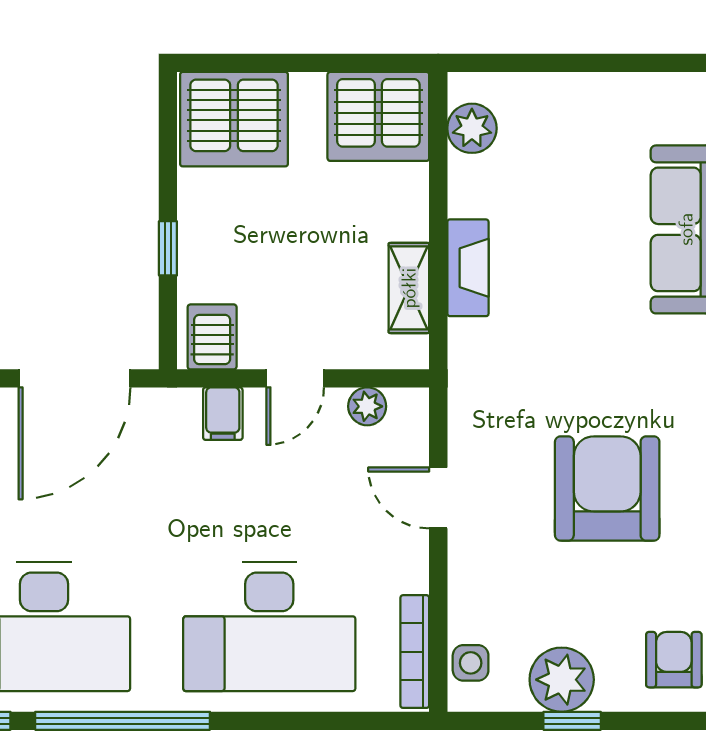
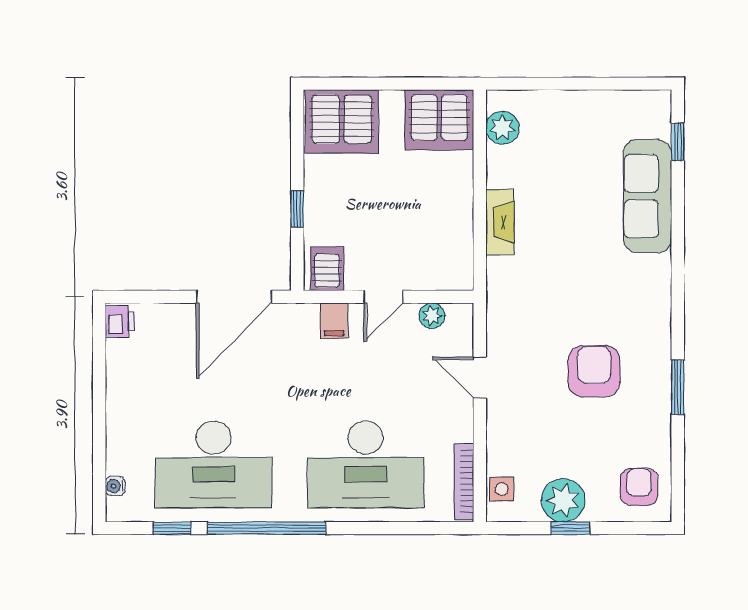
shelving: (409, 288) -> (460, 236), removed
armchair: (607, 489) -> (594, 371), width x0.73, depth x0.73

